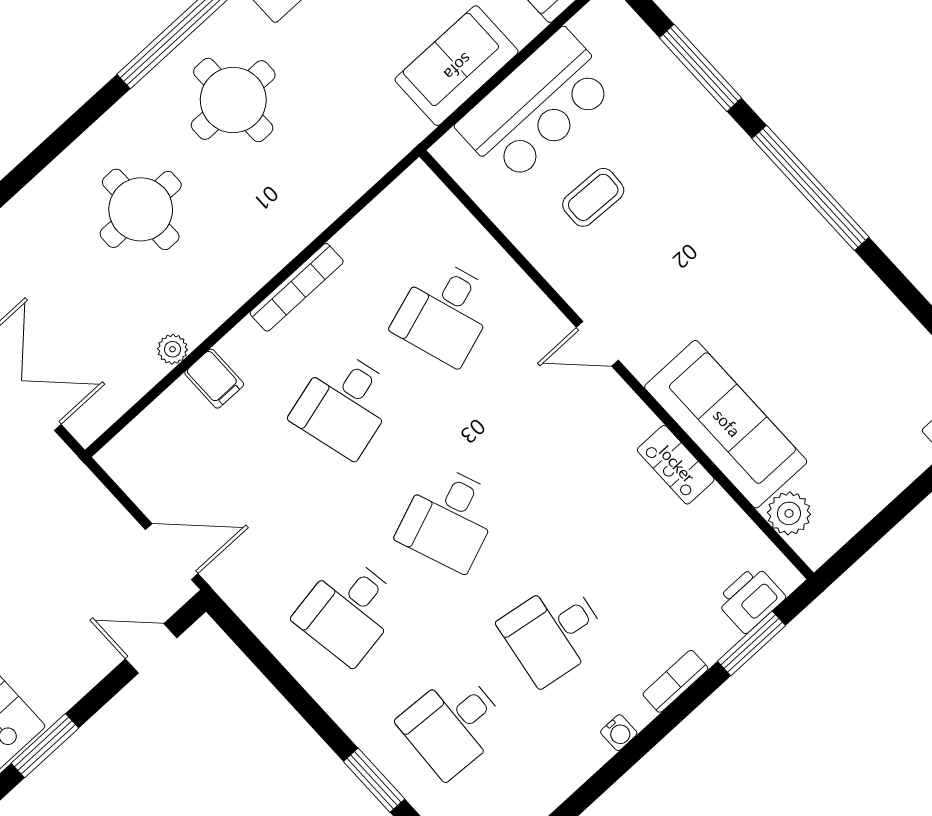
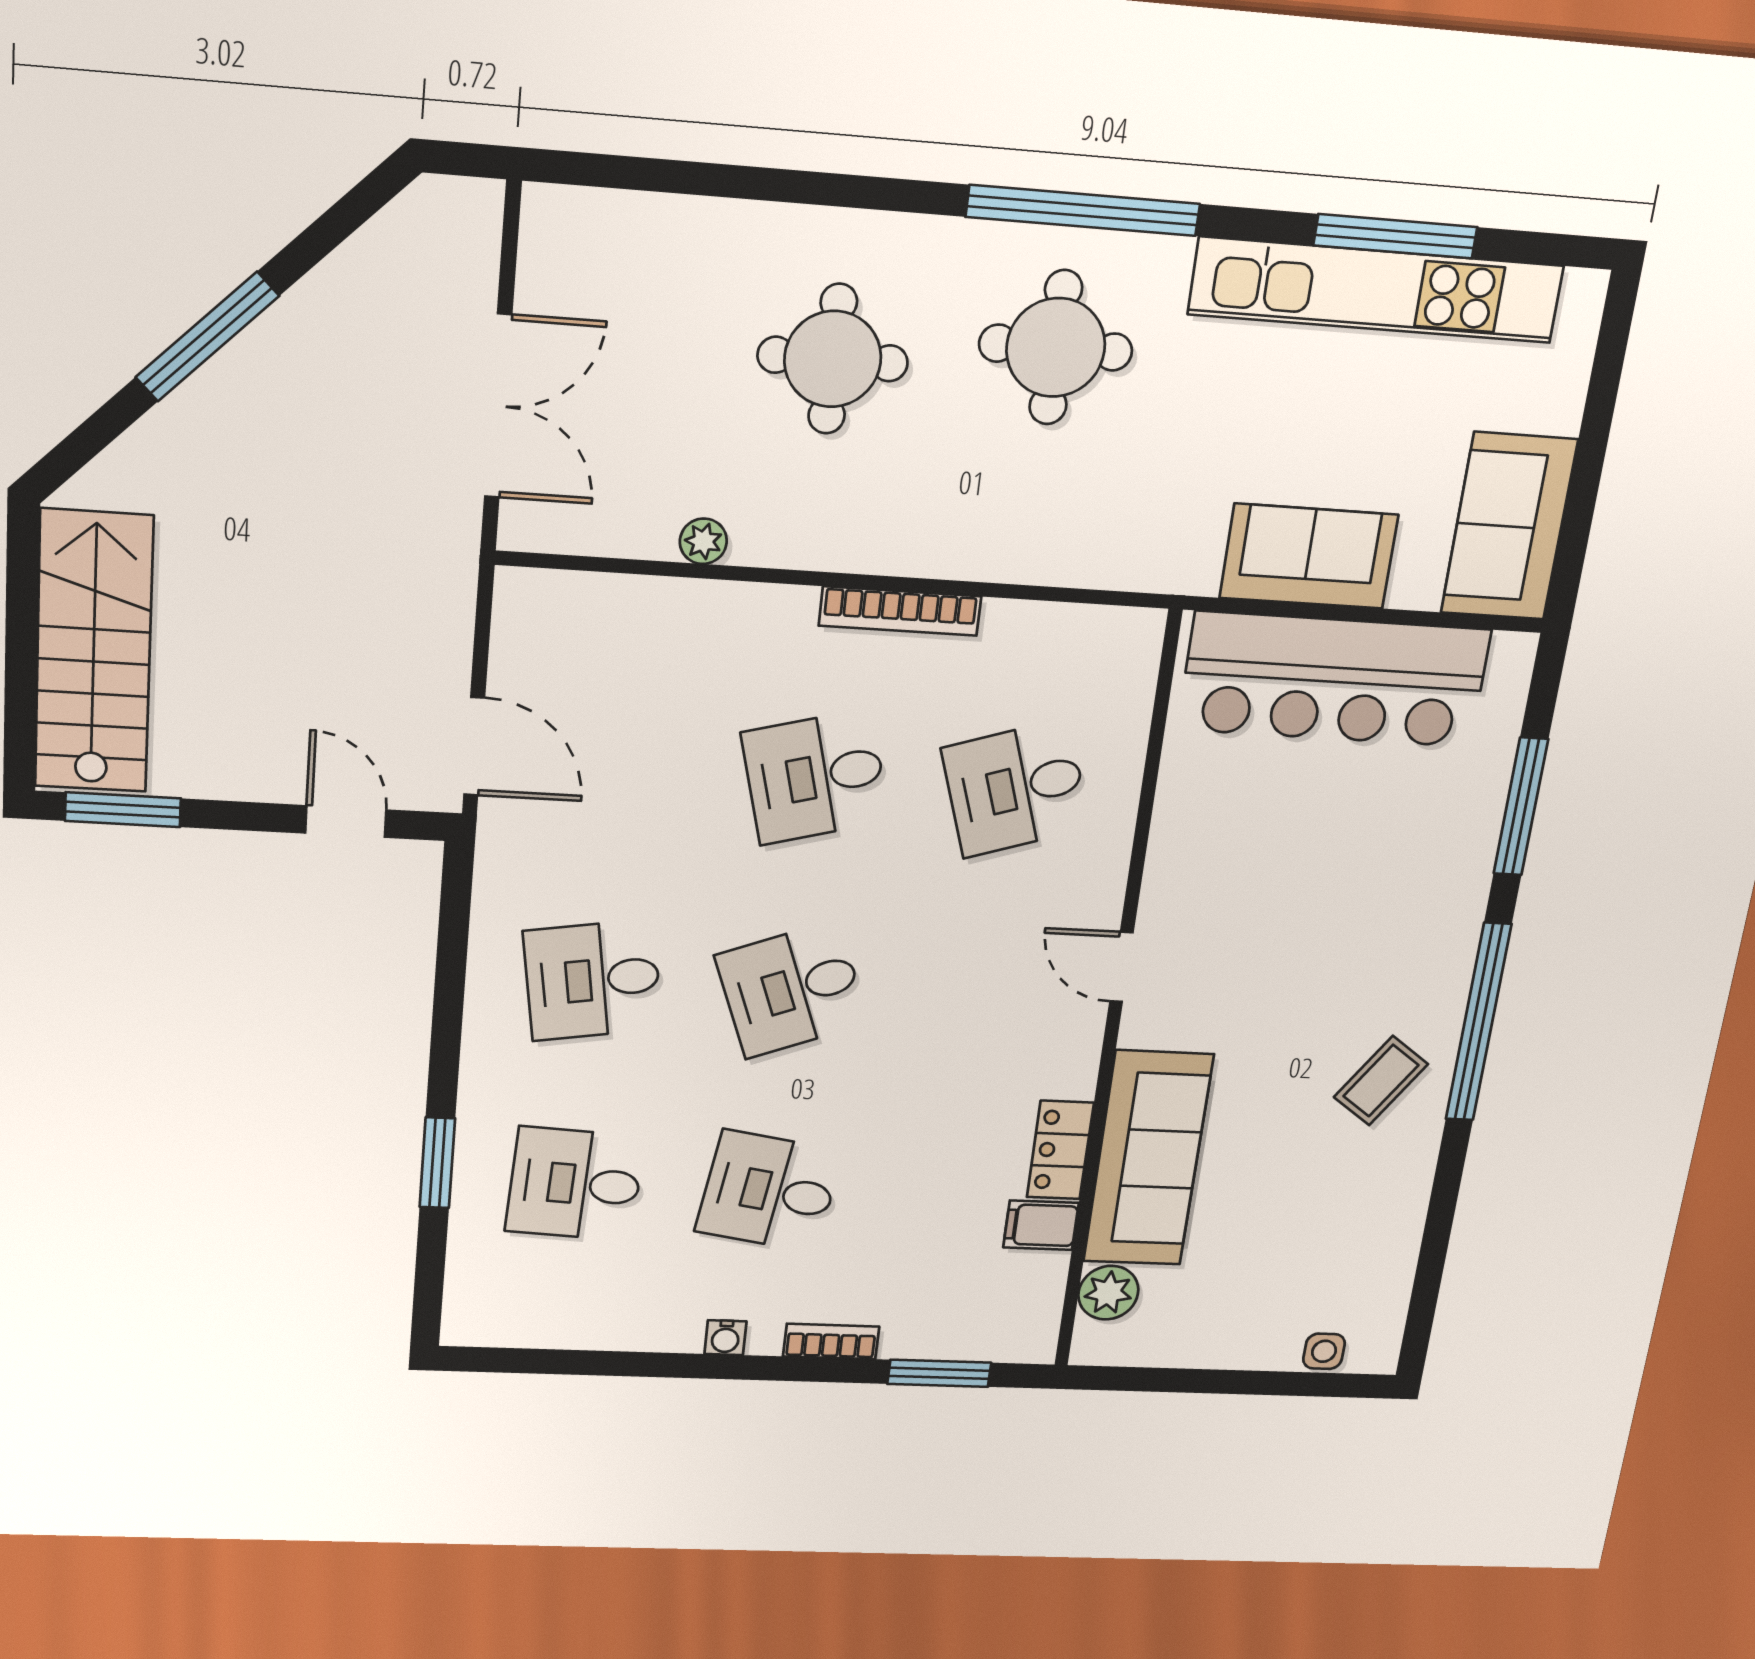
bar counter: (536, 106) -> (1334, 680), width x1.36
coffee table: (593, 197) -> (1381, 1081), moved, turned -57
filing cabinet: (214, 379) -> (1041, 1225), moved, turned 90
printer: (751, 599) -> (985, 1334), removed

